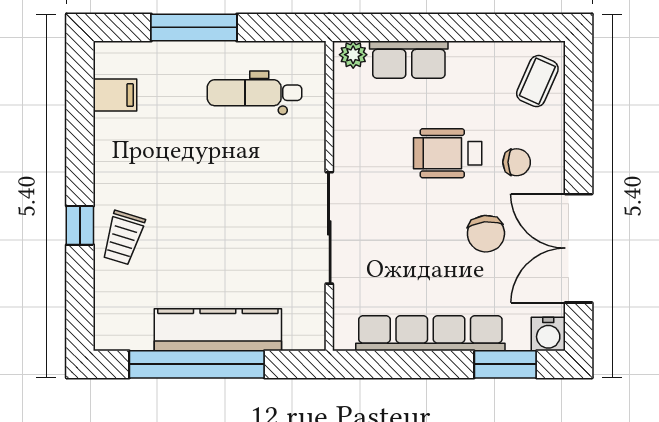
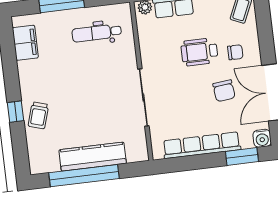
filing cabinet: (115, 95) -> (25, 43), width x2.00

